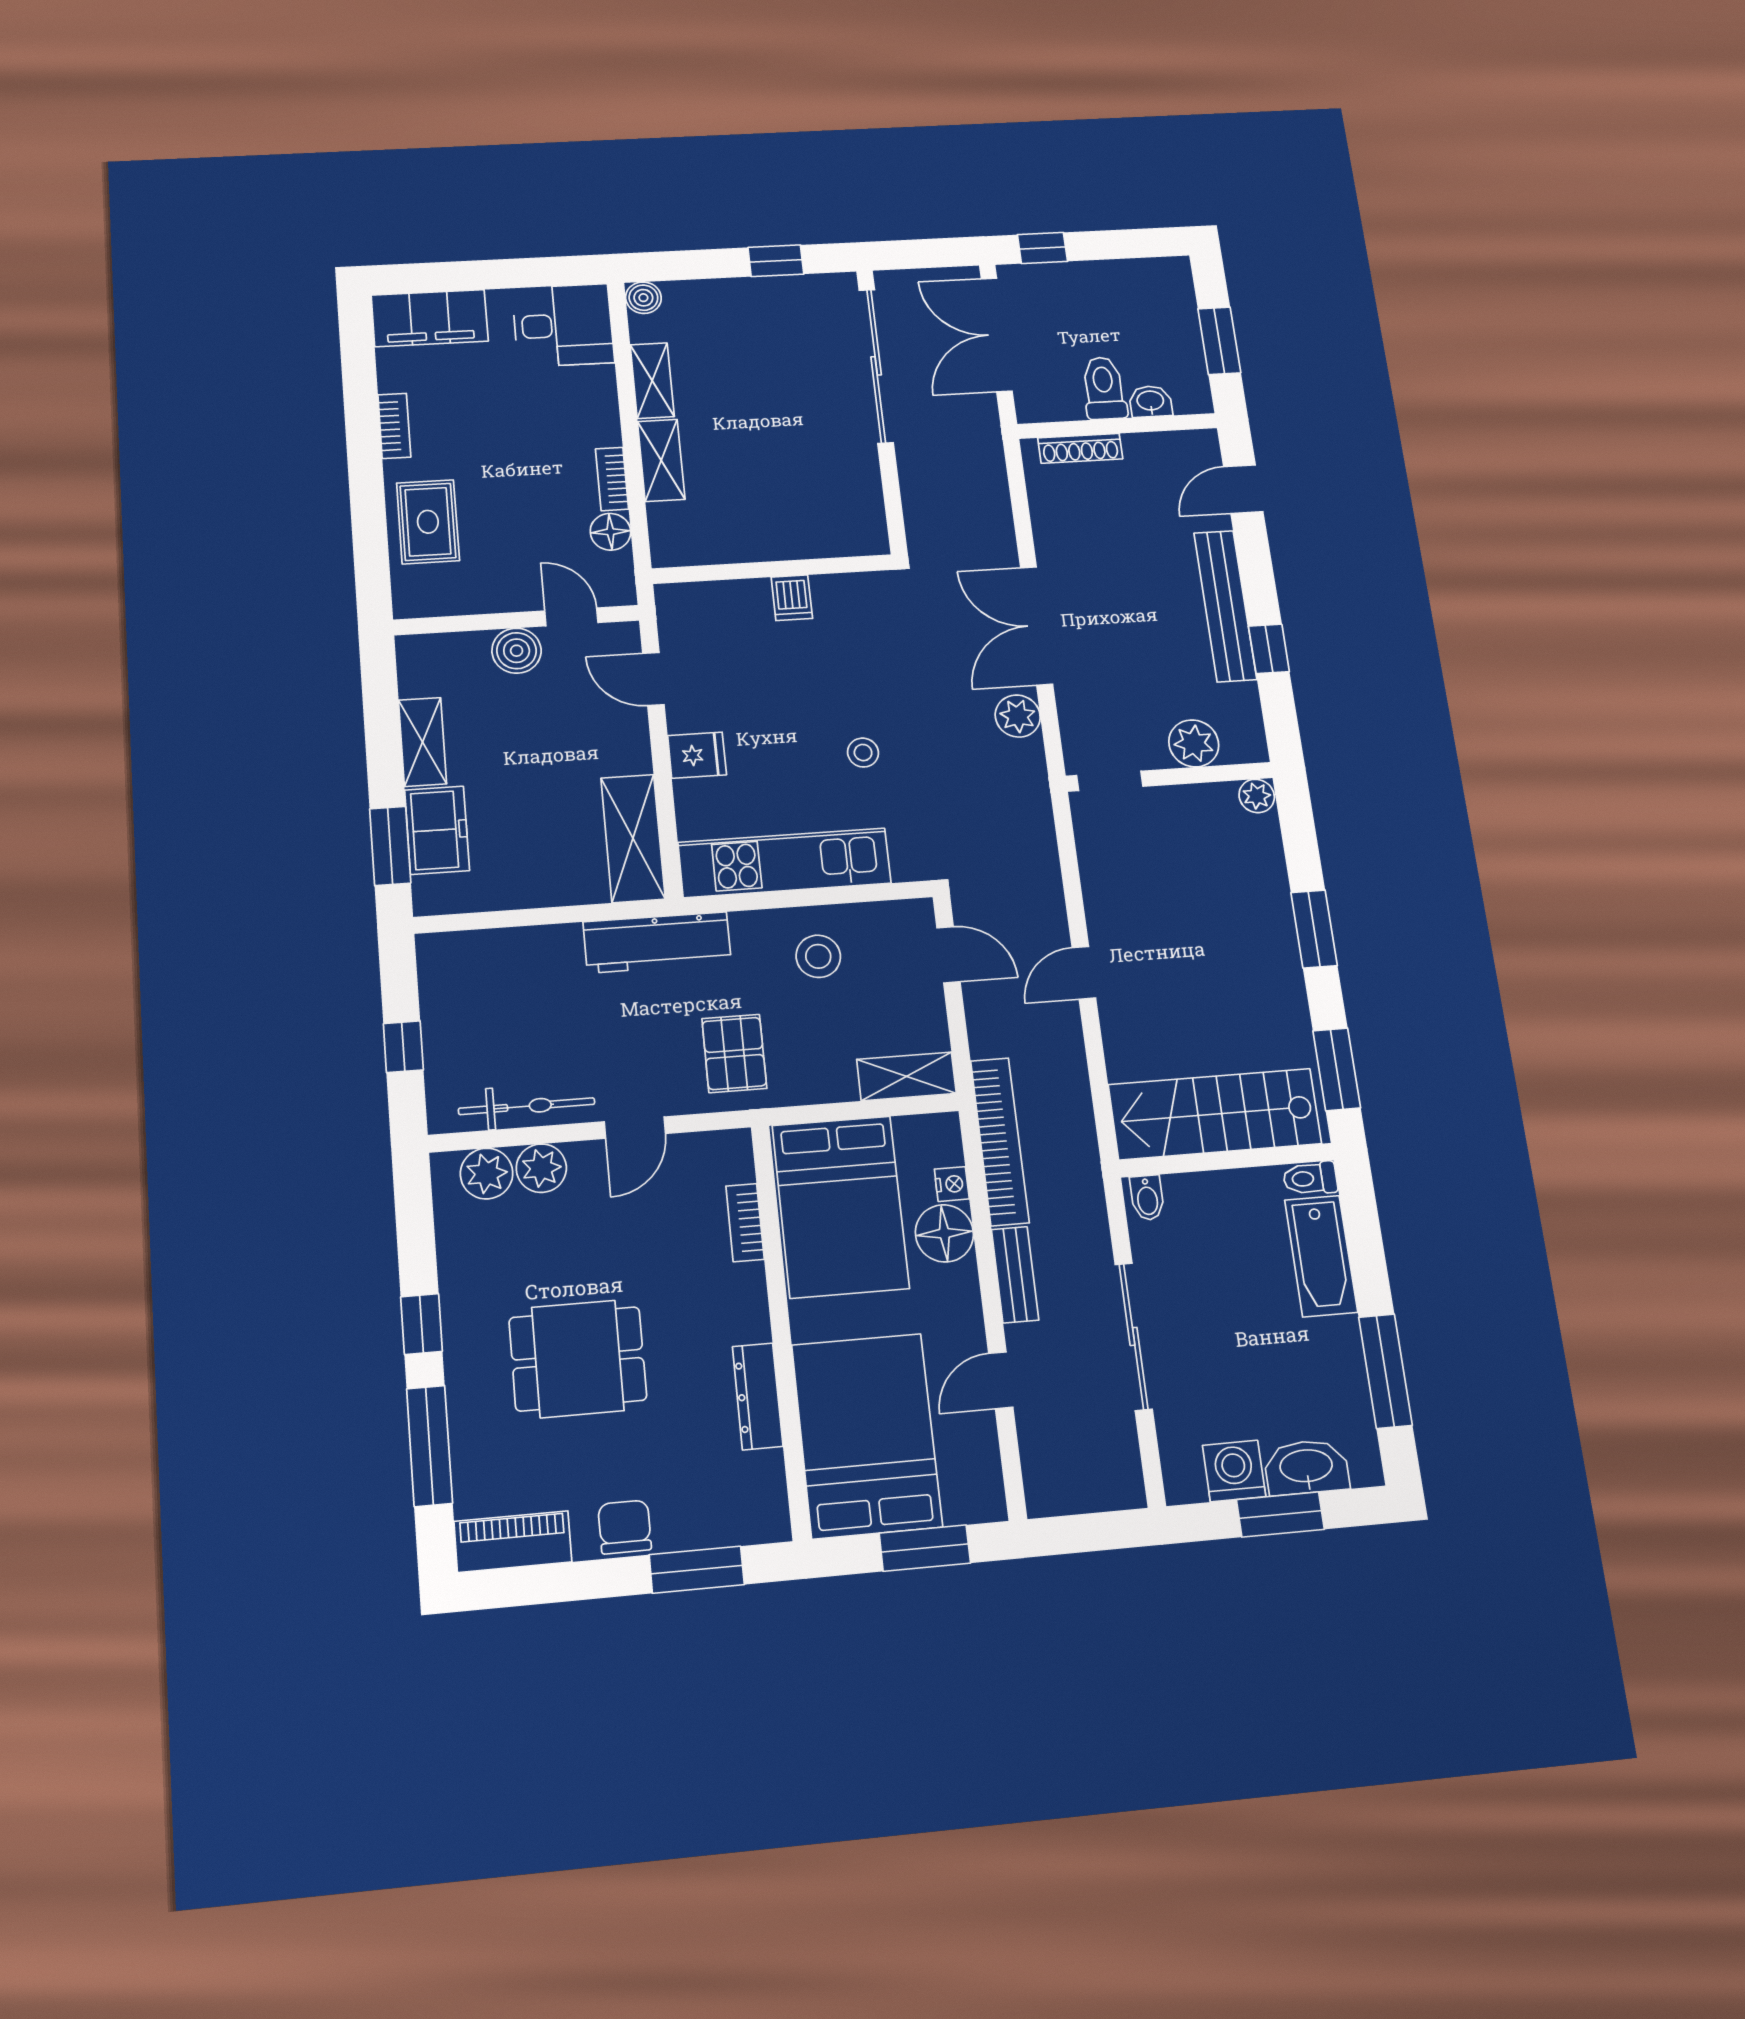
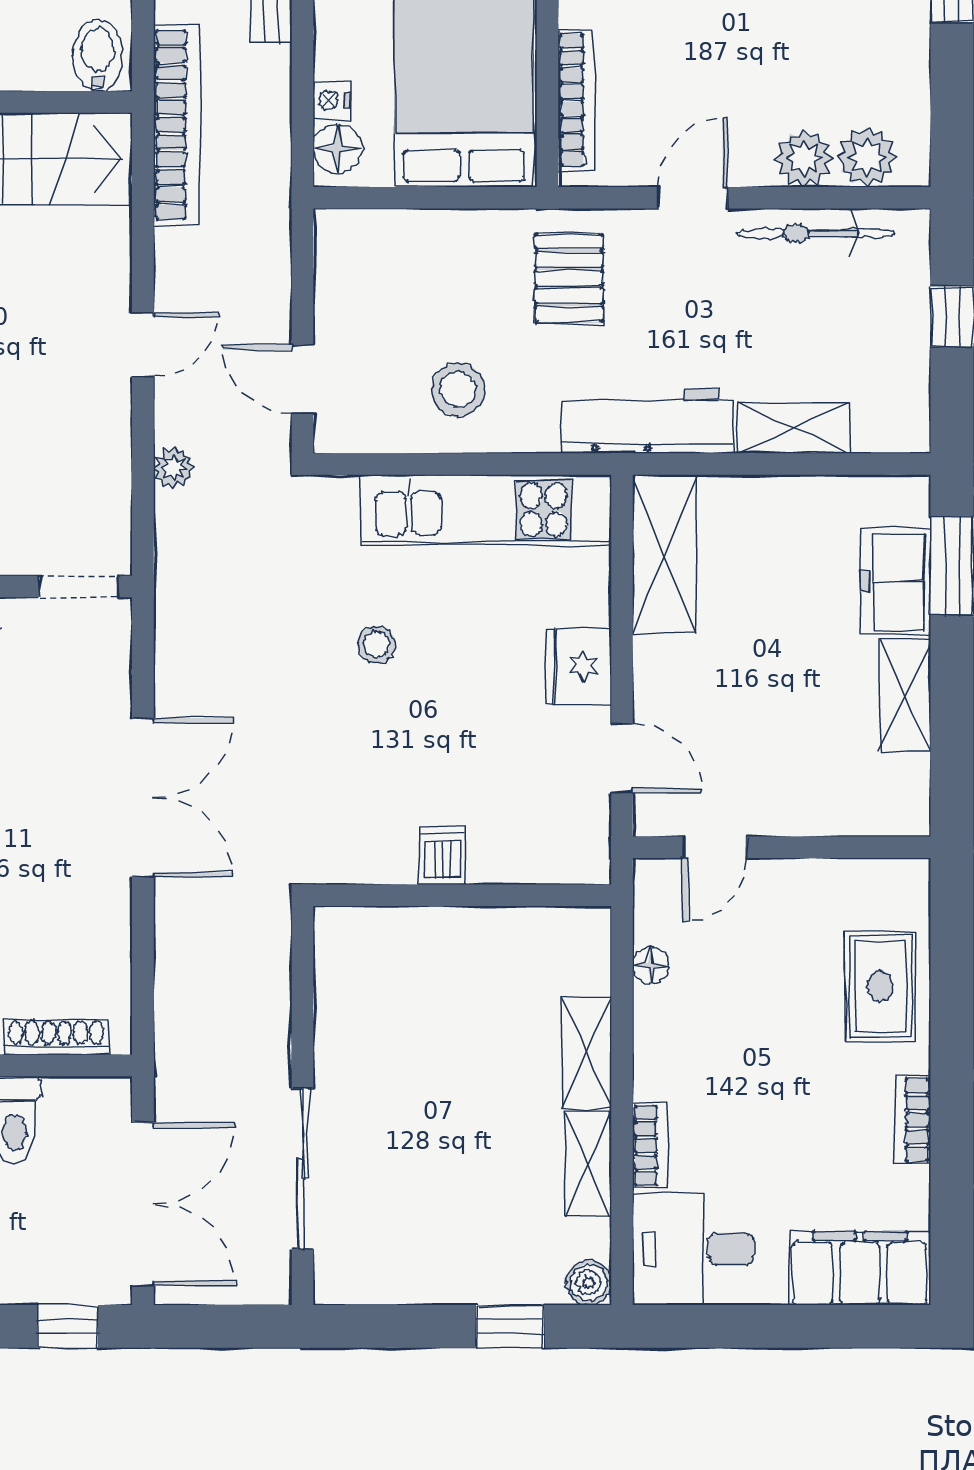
window: (776, 261) -> (510, 1326), moved
sliding door: (876, 366) -> (303, 1169), width x0.73
bookcase: (612, 479) -> (650, 1145), moved
floor lamp: (610, 532) -> (651, 965), width x0.73, depth x0.73
door: (571, 617) -> (715, 847), hinge flipped
boiler: (517, 651) -> (785, 807), removed
plant: (1018, 716) -> (174, 468), moved, width x0.73, depth x0.73
fridge: (697, 755) -> (578, 666), width x1.38
shelving: (906, 1076) -> (793, 428), moved
bookcase: (1000, 1141) -> (176, 125), moved, turned 180
bidet: (1147, 1198) -> (98, 56), width x1.38, depth x1.36
bookcase: (745, 1223) -> (576, 100), width x1.56
floor lamp: (944, 1233) -> (338, 149), moved, width x0.73, depth x0.73

